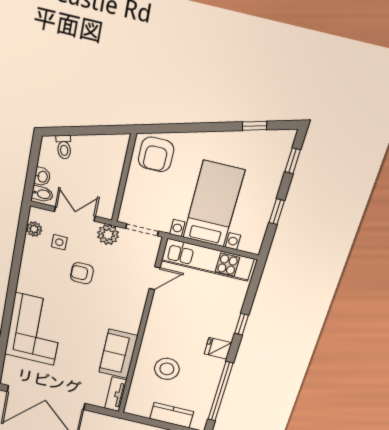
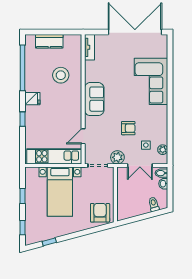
sofa: (118, 354) -> (94, 99), moved

